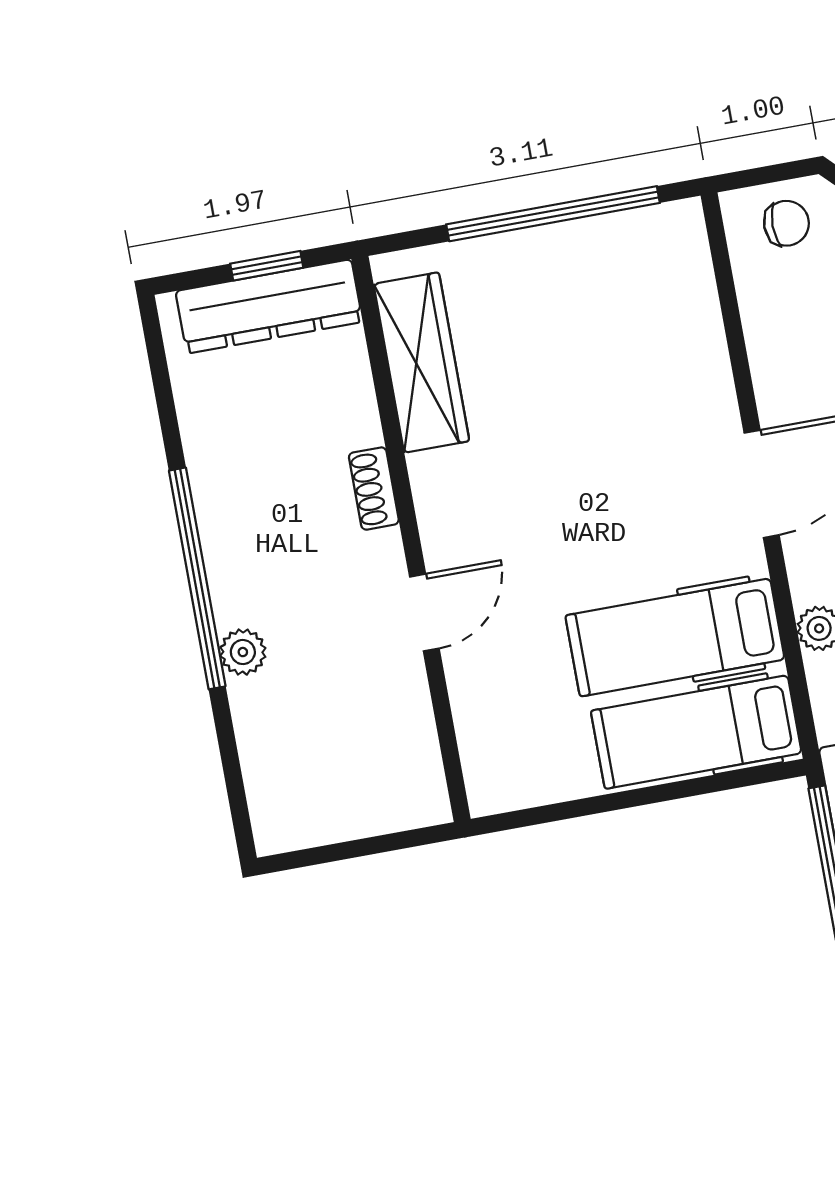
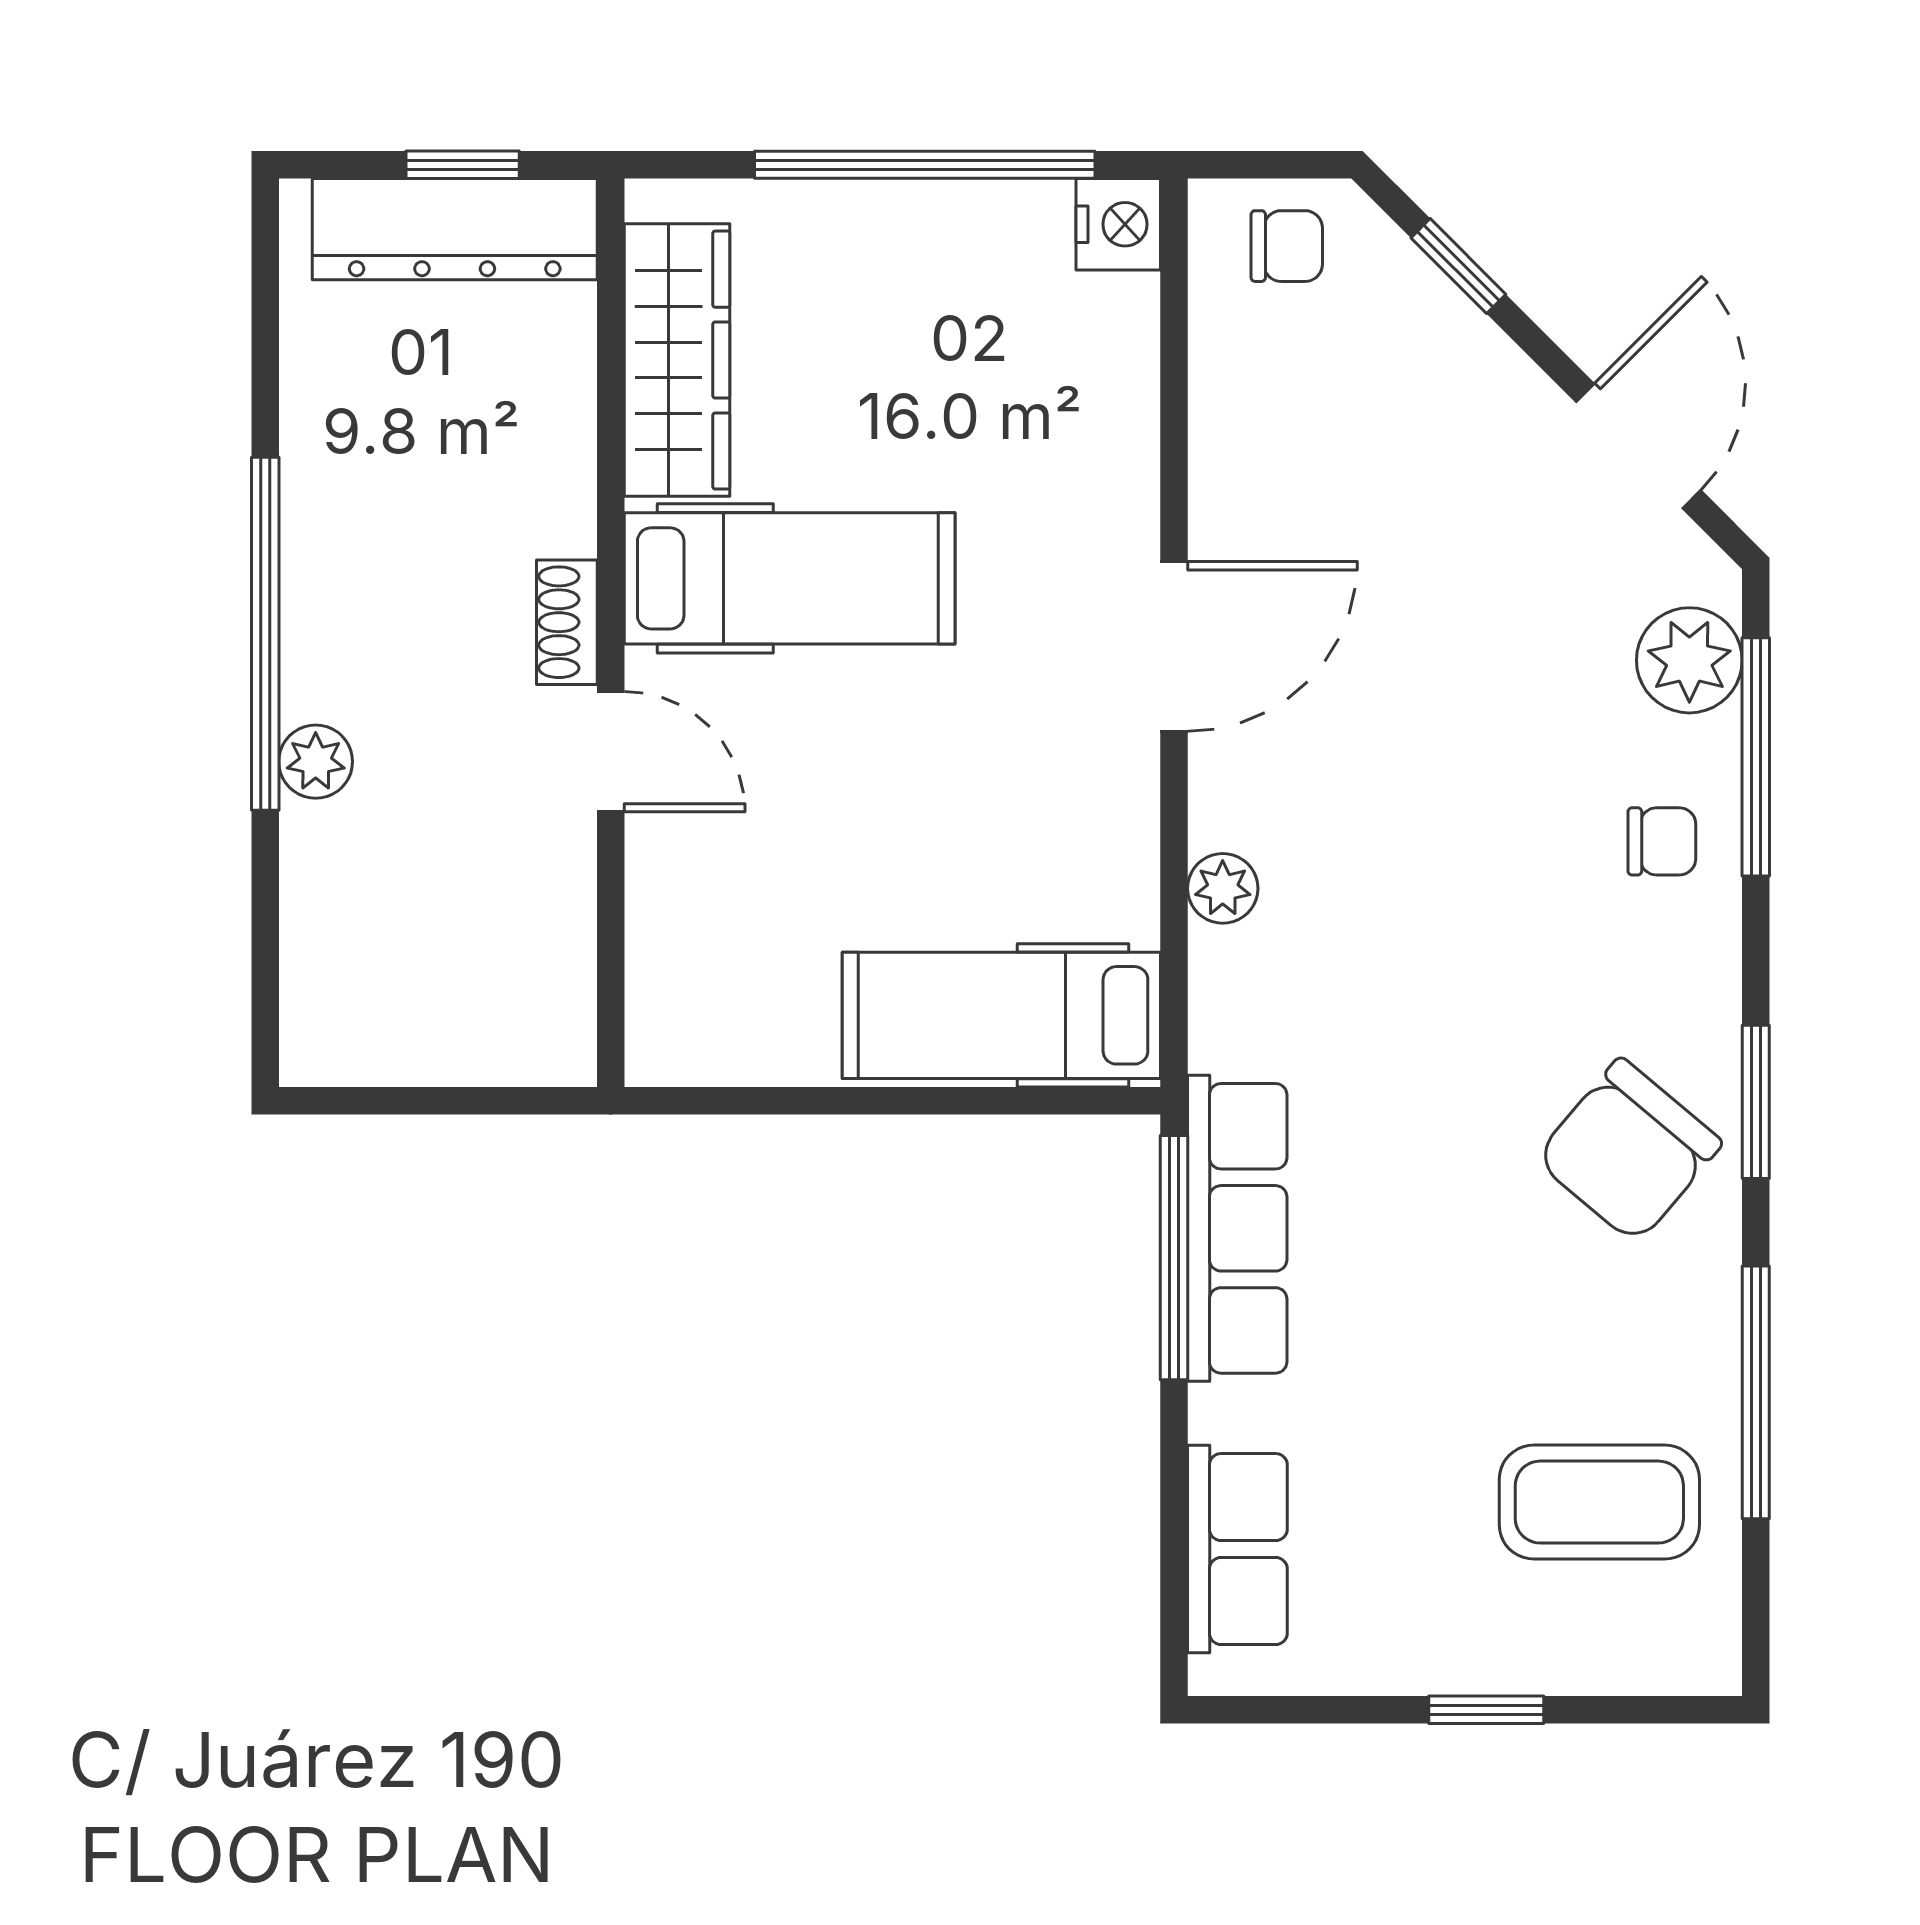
nightstand: (680, 229) -> (1118, 224), added
shoe rack: (374, 489) -> (567, 622), moved
door: (424, 613) -> (611, 752), hinge flipped
hospital bed: (675, 637) -> (790, 578), moved, turned 180

